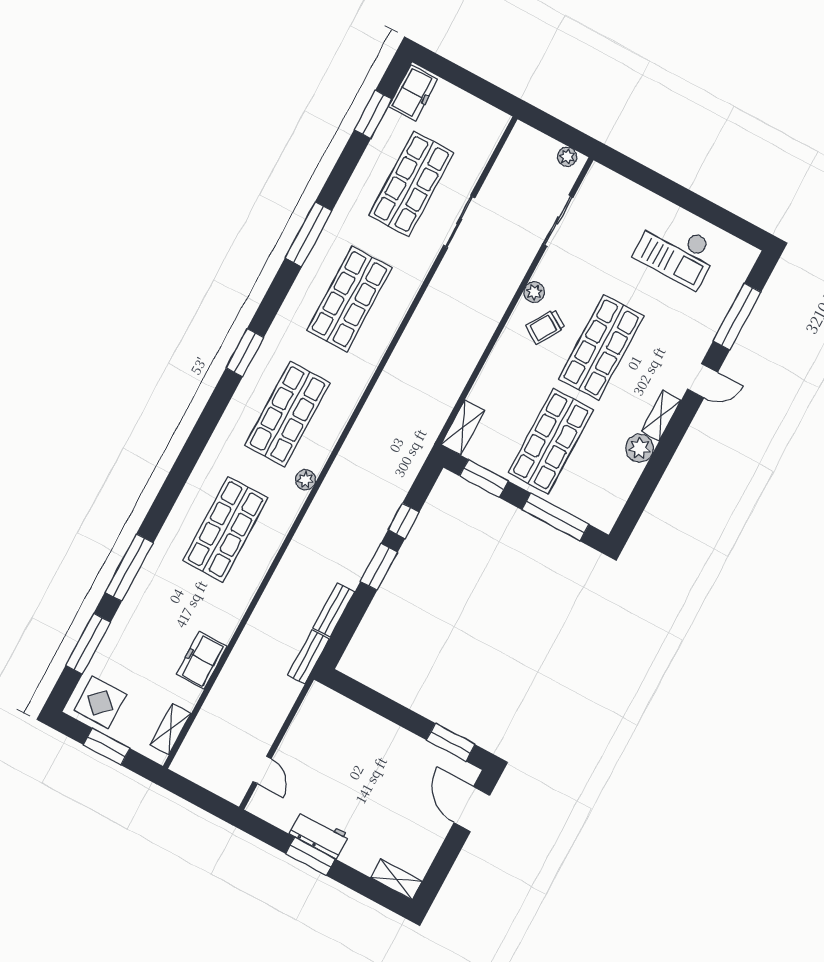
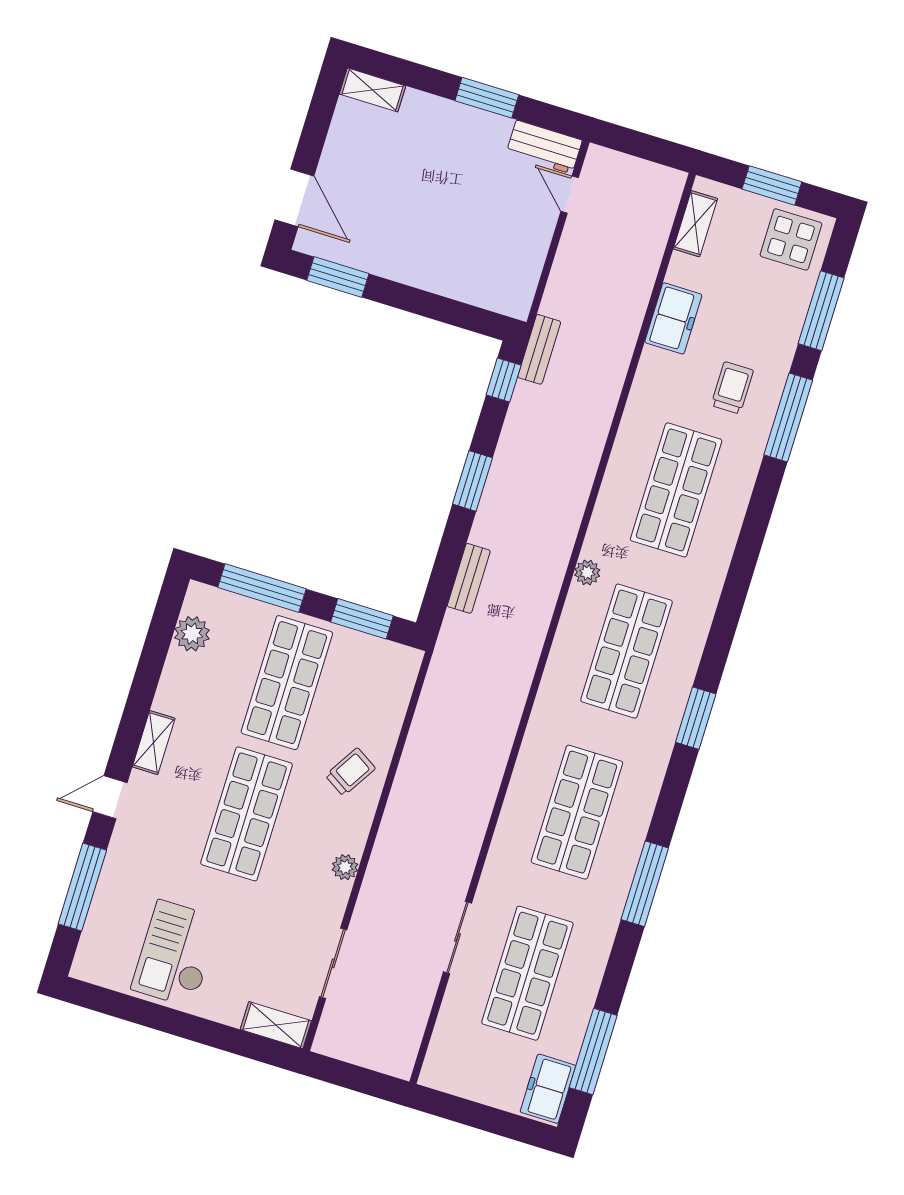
window: (373, 114) -> (593, 1052), width x1.44
plant: (567, 157) -> (337, 1047), removed
checkout: (676, 252) -> (176, 954), turned -90
trolley: (545, 327) -> (350, 772), moved
shelving: (463, 427) -> (276, 1025), moved, turned 90
plant: (640, 448) -> (192, 634), moved
window: (404, 521) -> (504, 380), moved
trolley: (167, 599) -> (732, 388), added
bench: (334, 610) -> (469, 578), moved
workbench: (319, 834) -> (544, 147), moved

